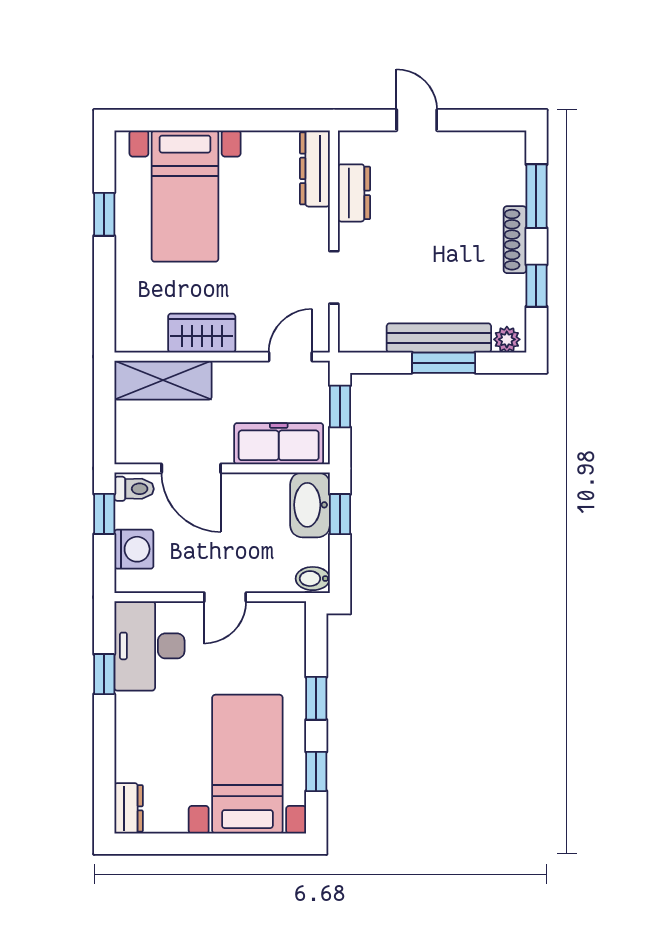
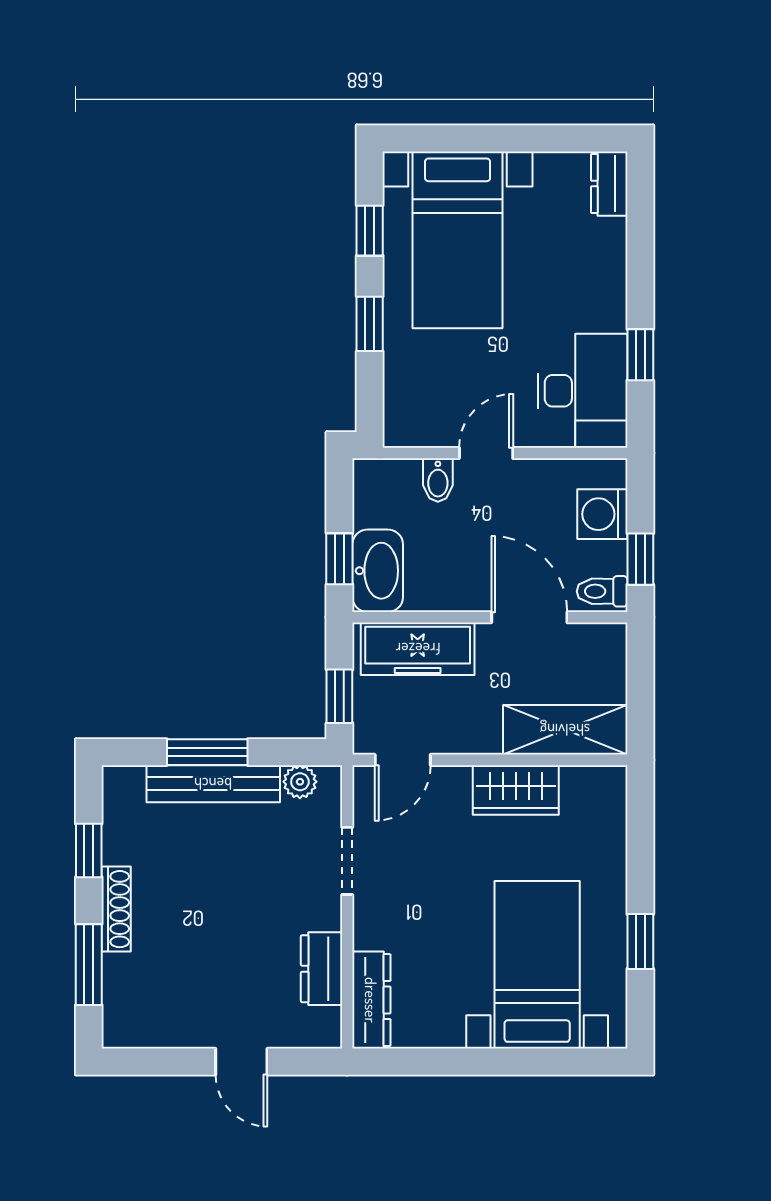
plant: (507, 339) -> (300, 782), moved
bidet: (313, 579) -> (438, 480), moved, turned 90

